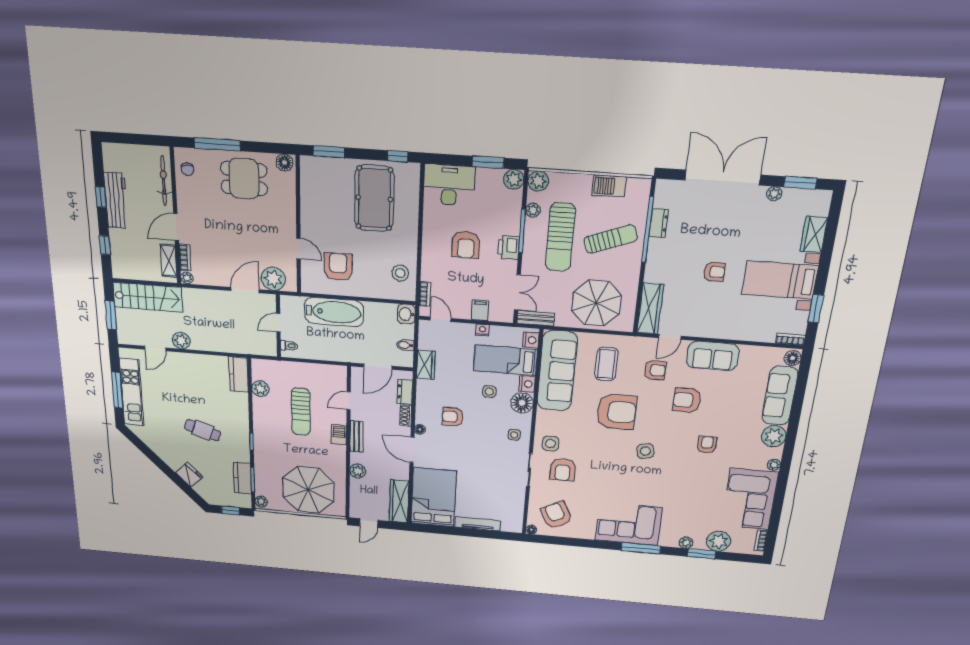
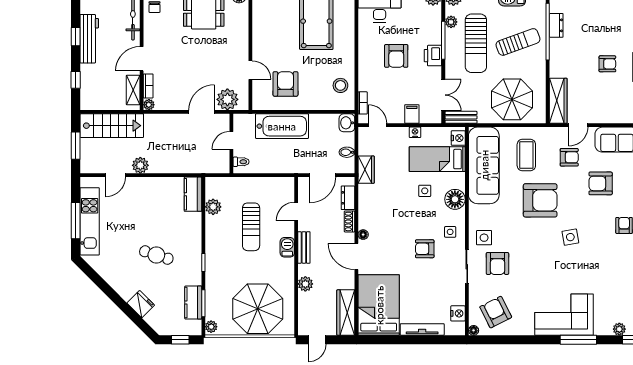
nightstand: (527, 384) -> (458, 313), moved
armchair: (453, 417) -> (425, 249), moved

